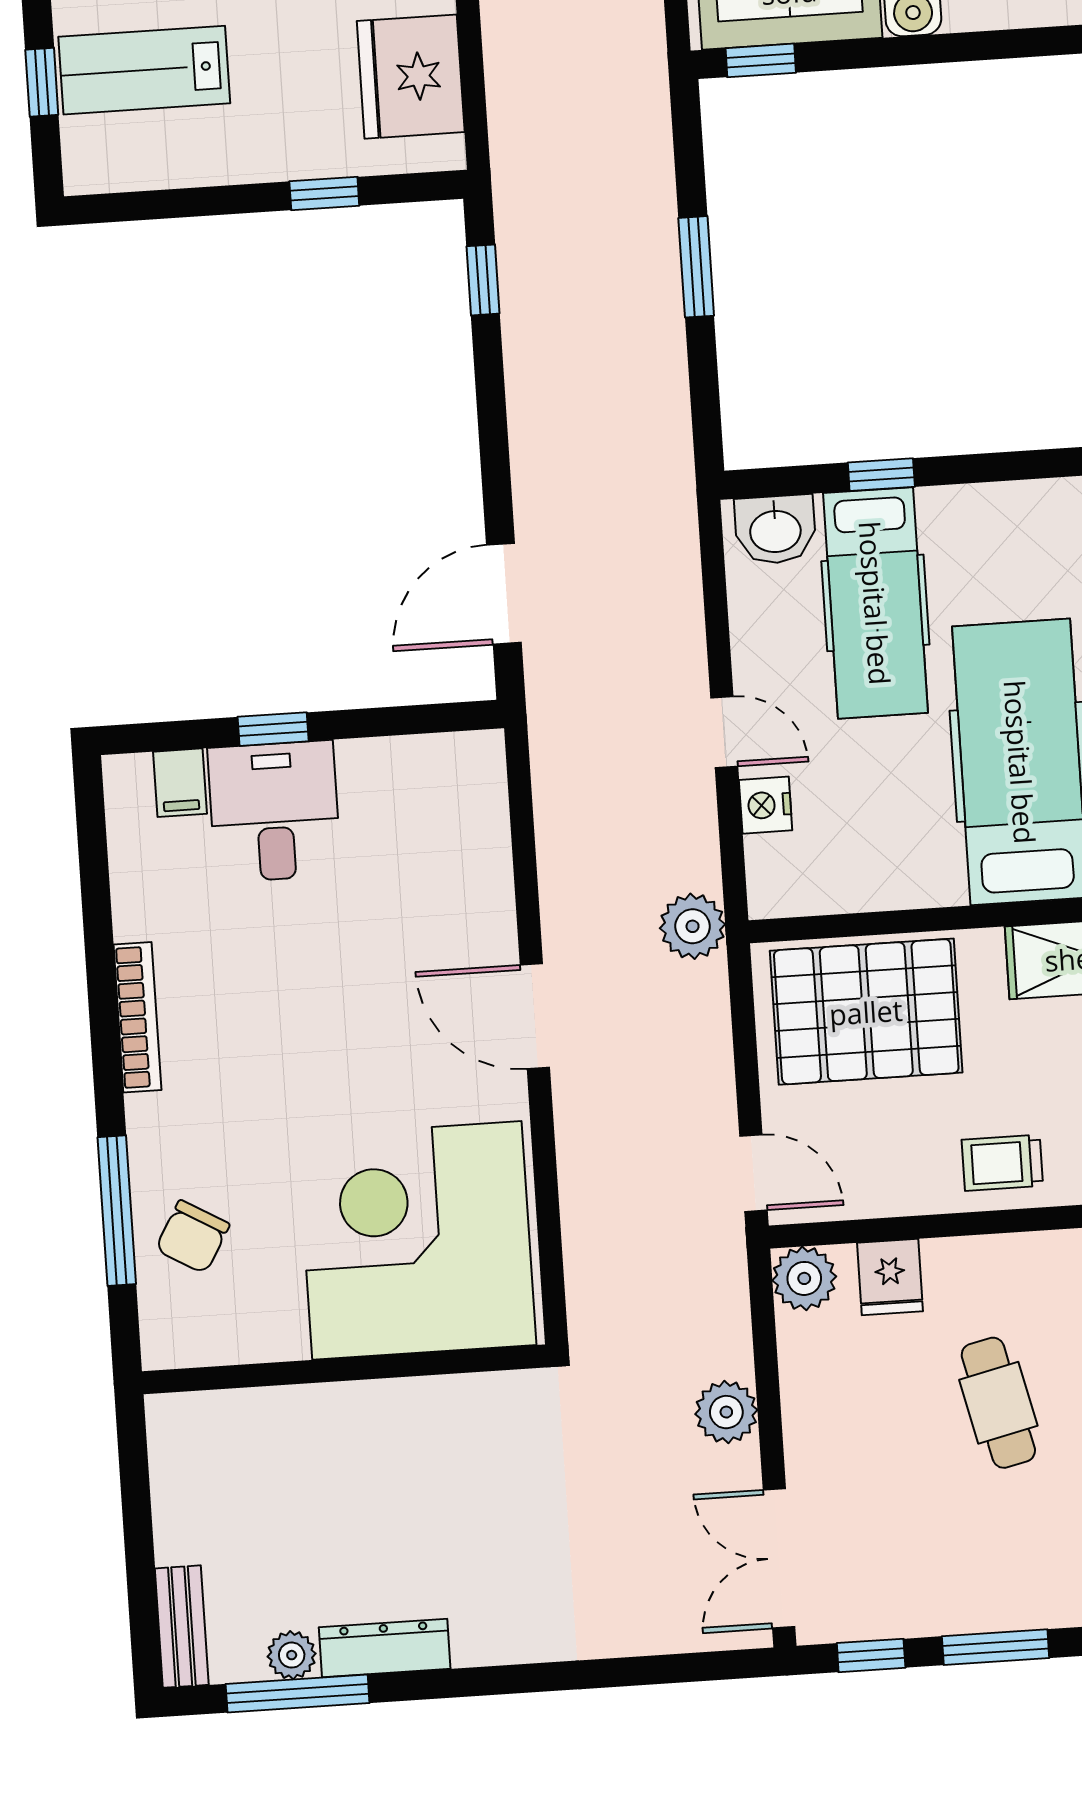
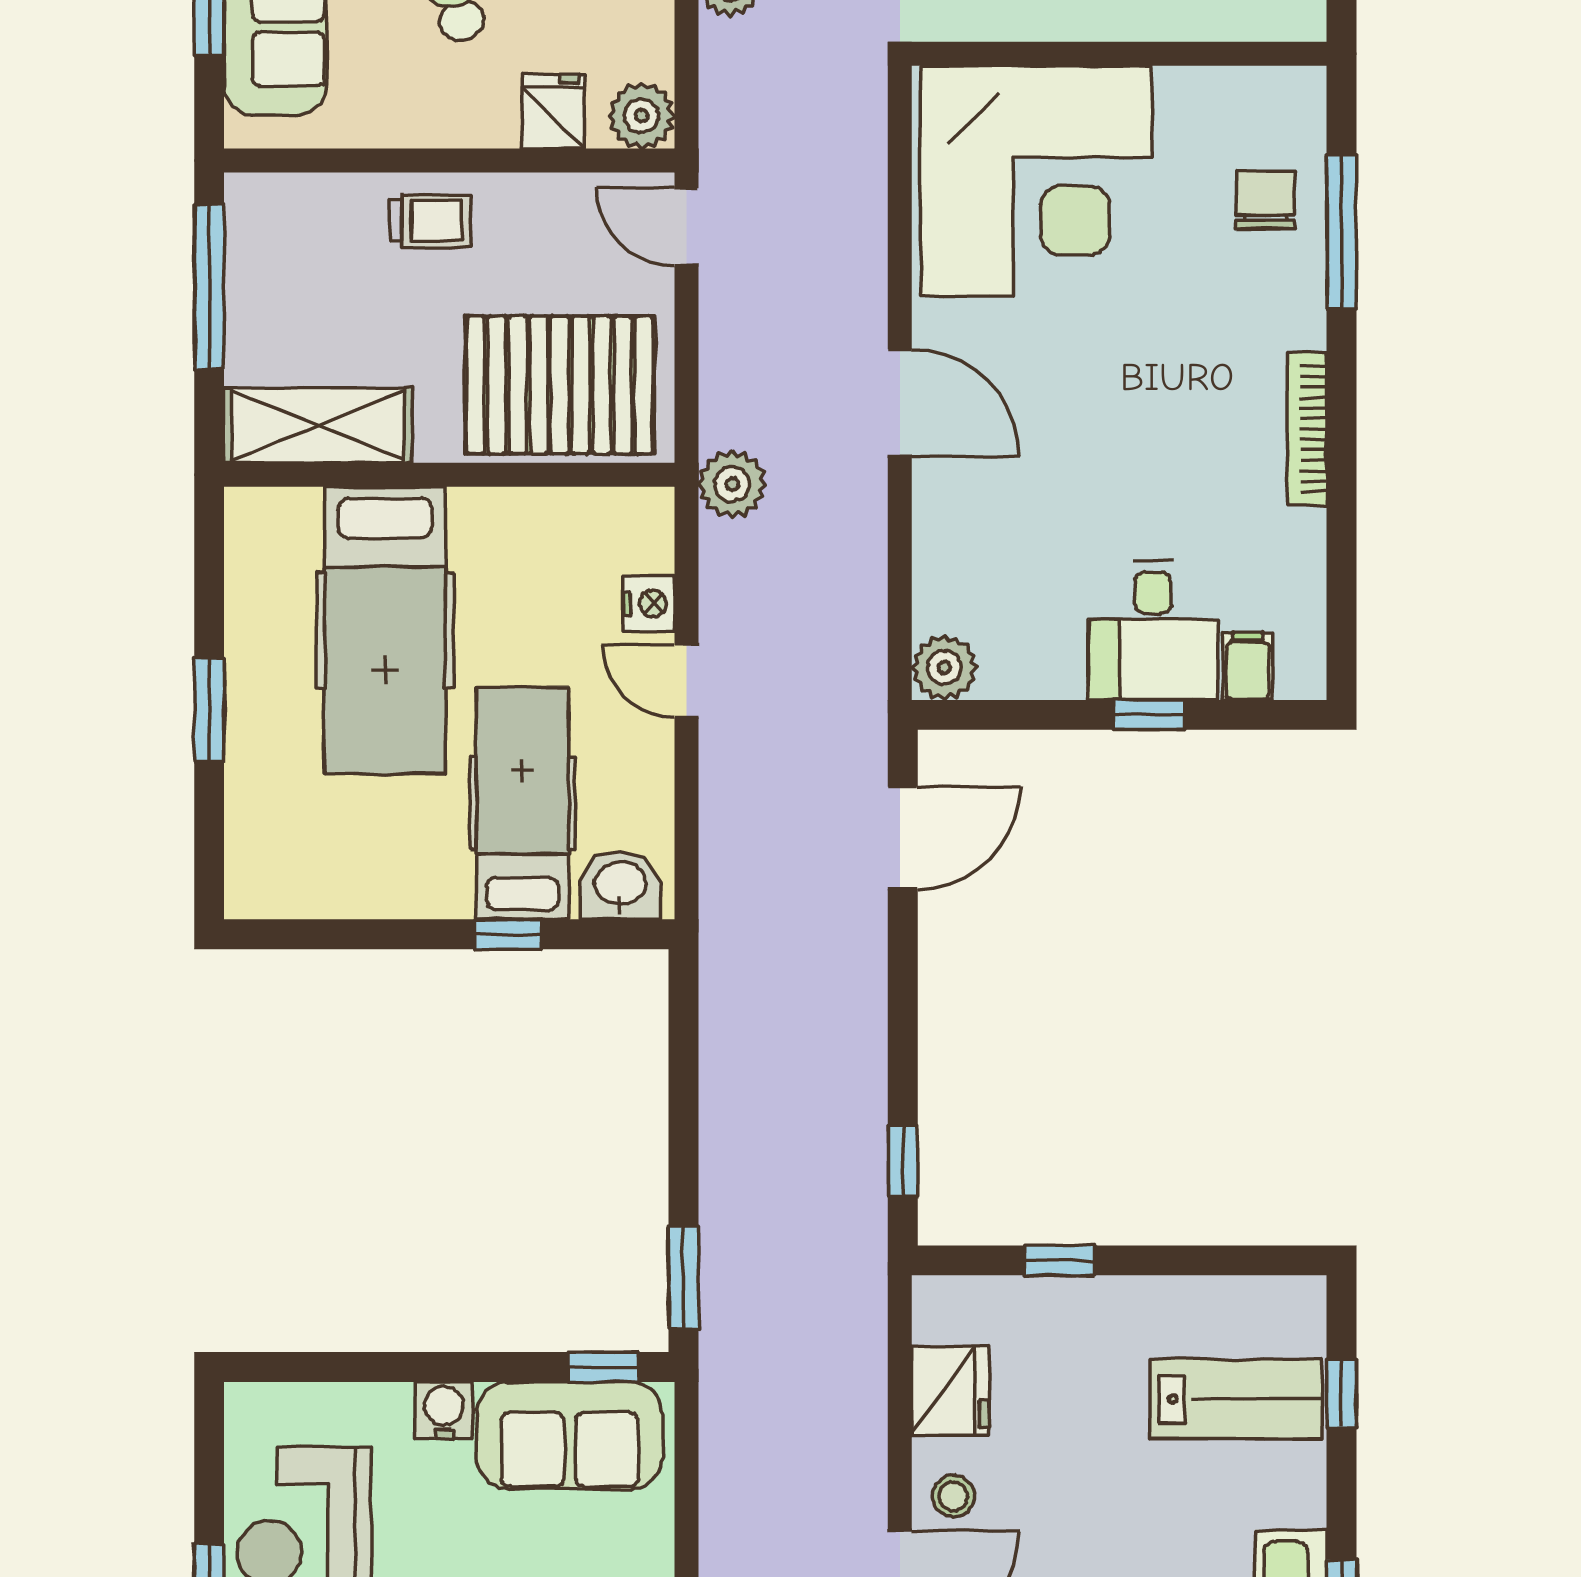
fridge: (411, 77) -> (950, 1390), width x0.73, depth x0.75
window: (696, 267) -> (683, 1278), moved
plant: (475, 762) -> (944, 667), added
chair: (193, 1237) -> (1266, 200), turned -30

